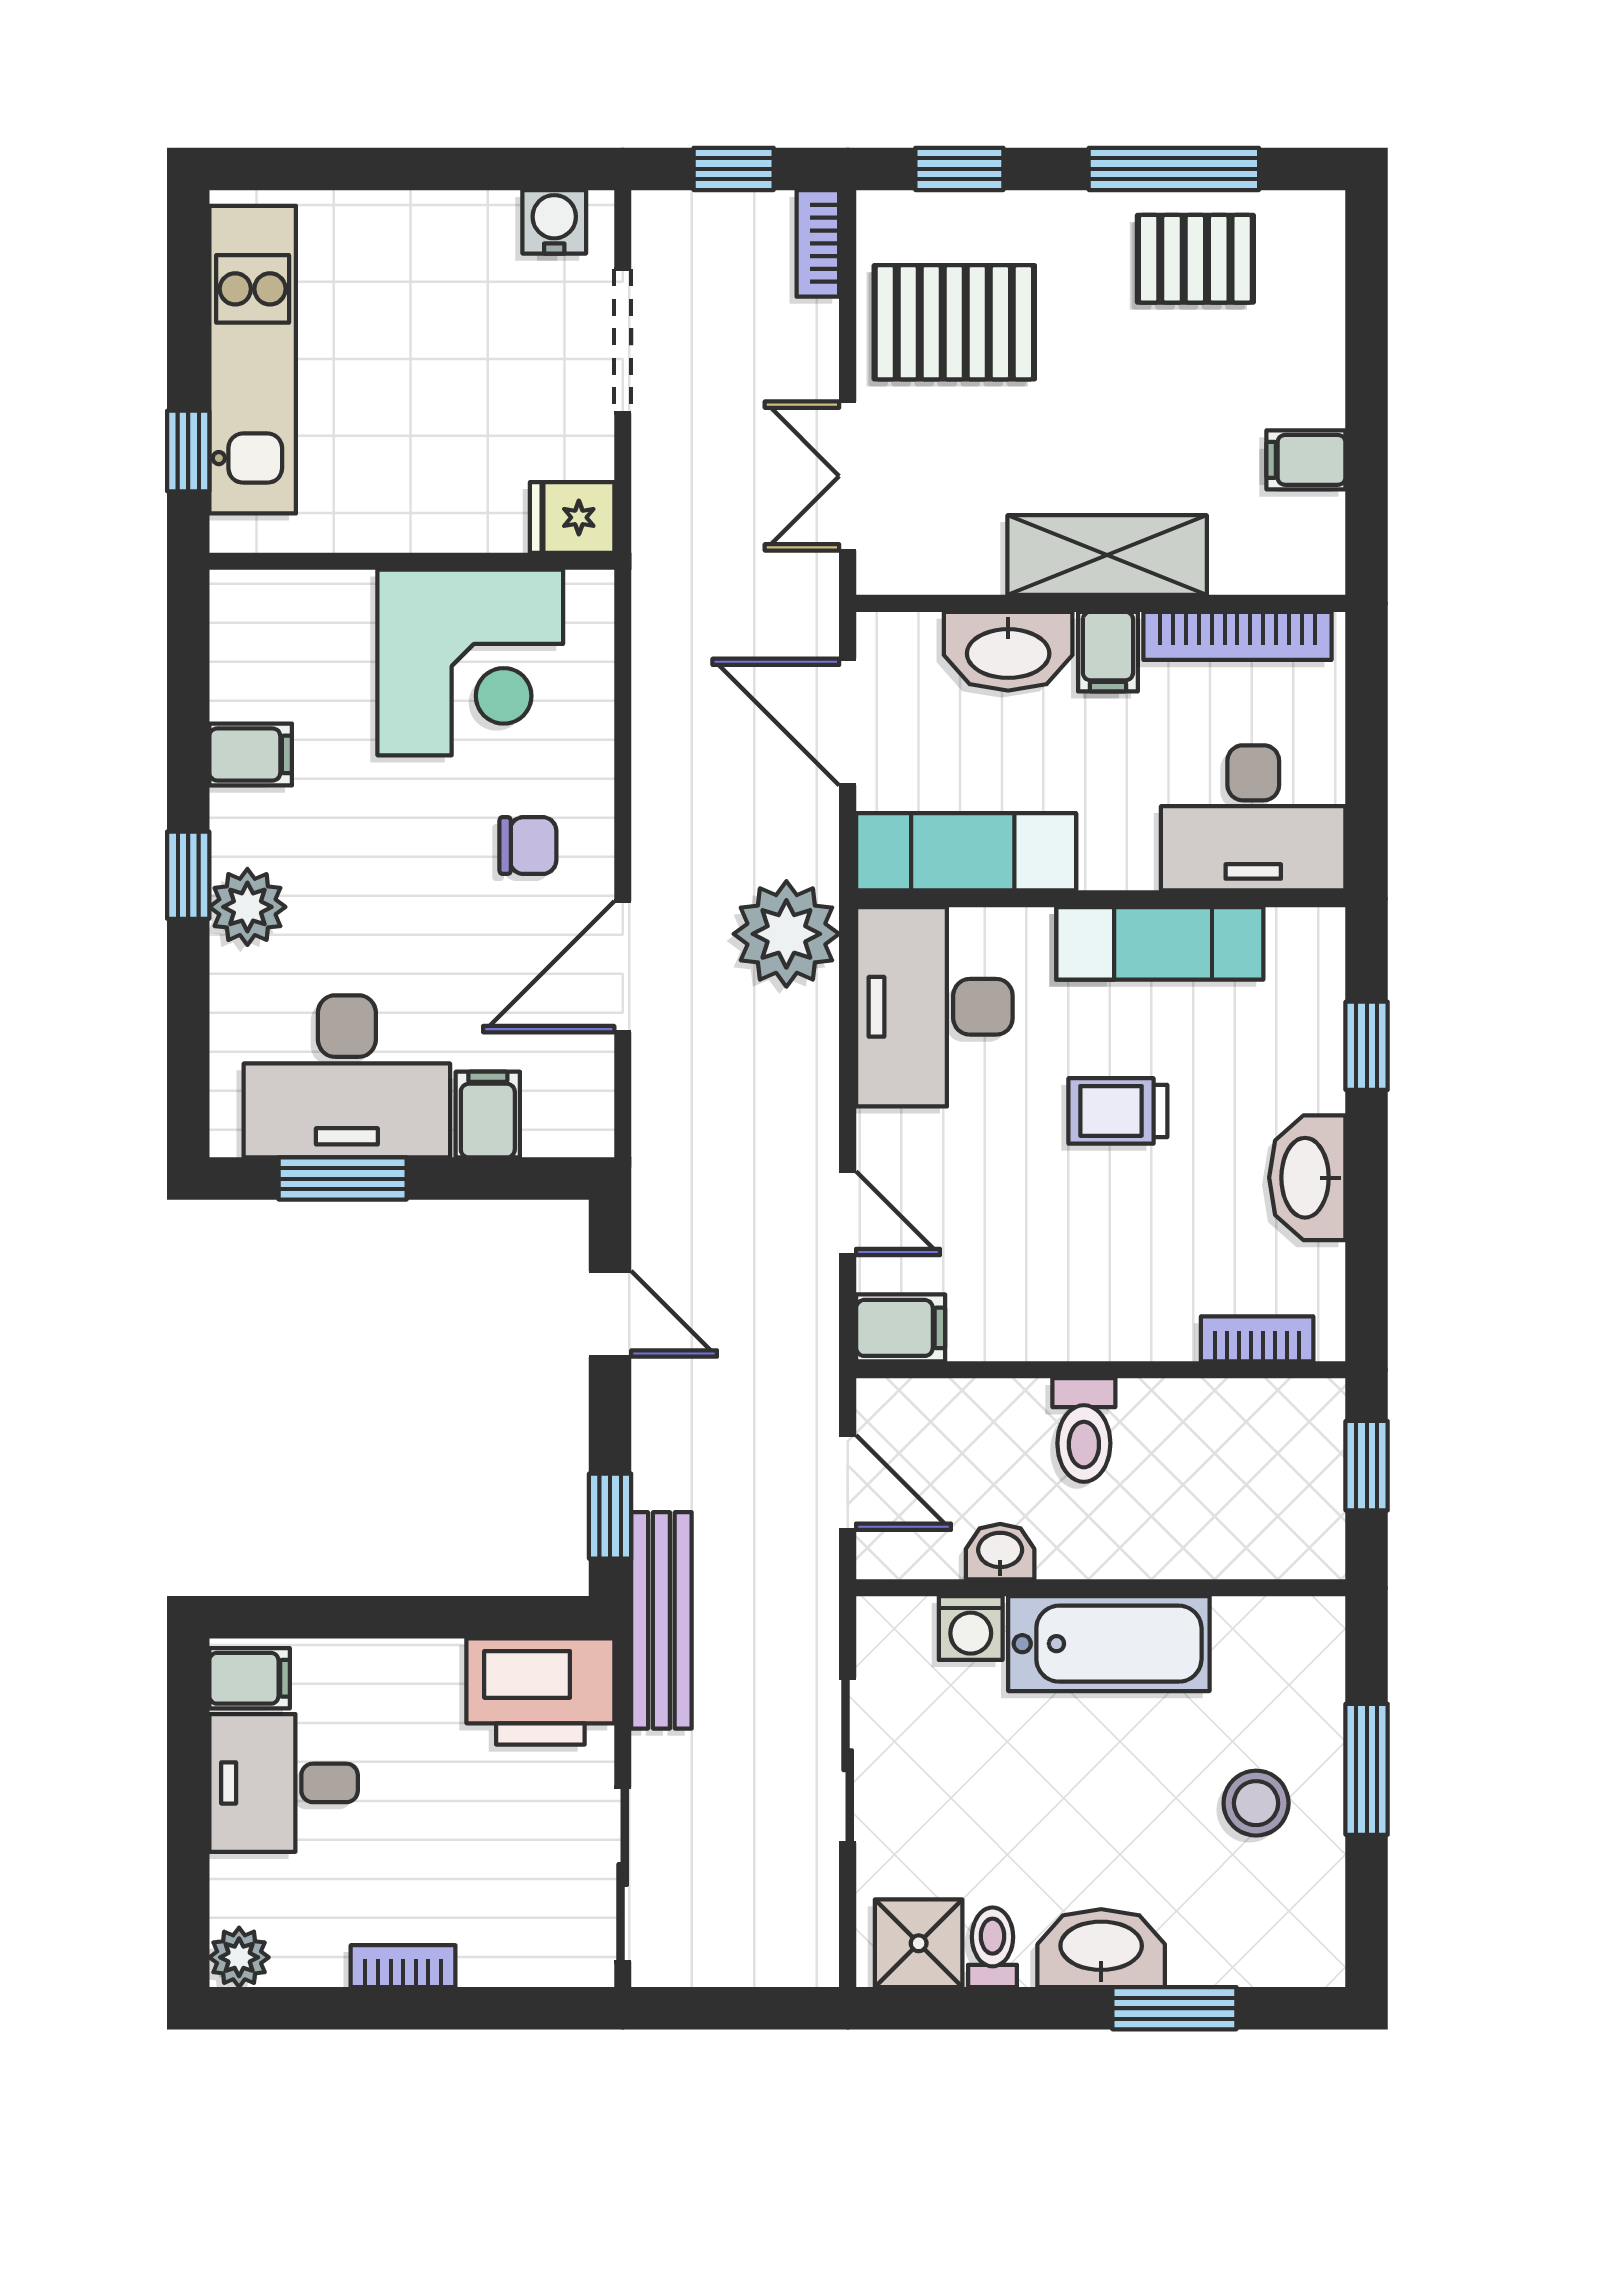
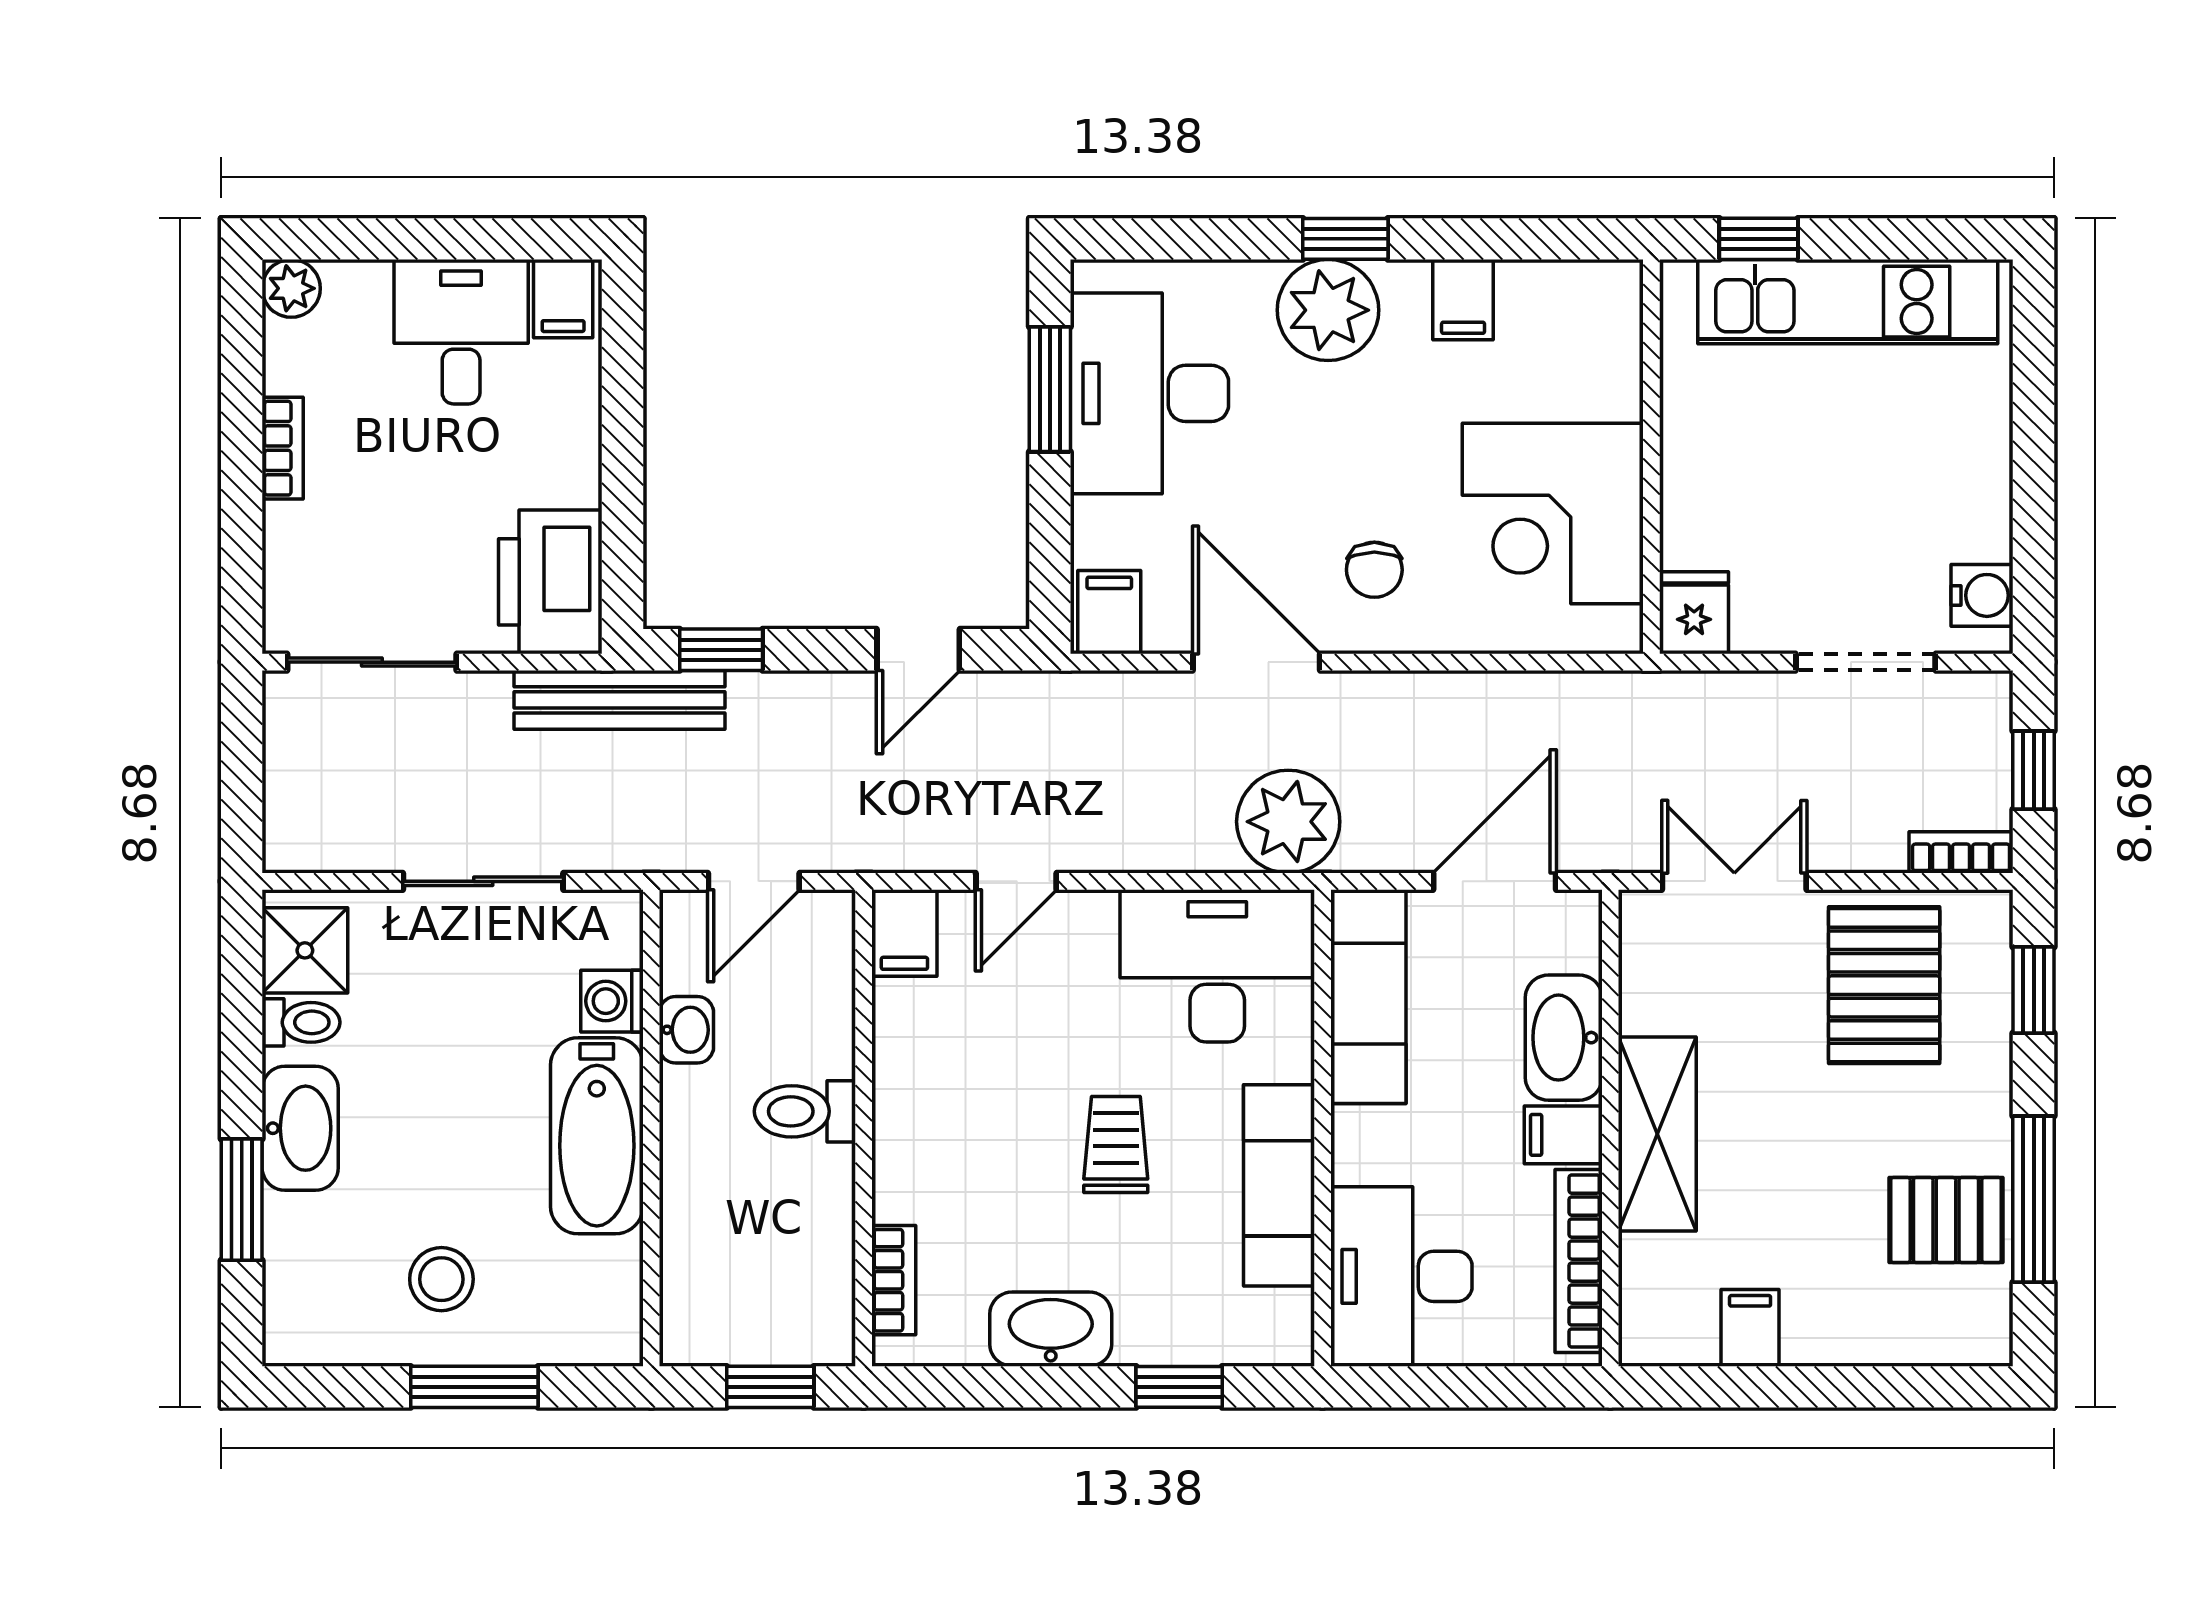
pallet: (1195, 259) -> (1946, 1220), turned 90
plant: (247, 907) -> (1328, 310), width x1.36, depth x1.36
filing cabinet: (488, 1115) -> (1109, 612), moved, turned -90

